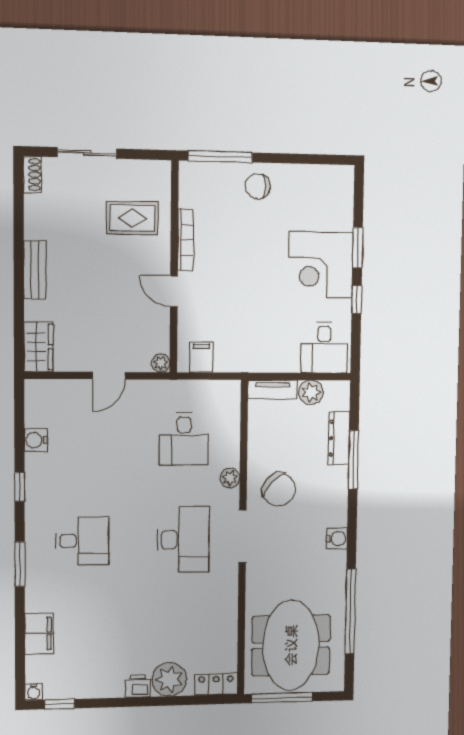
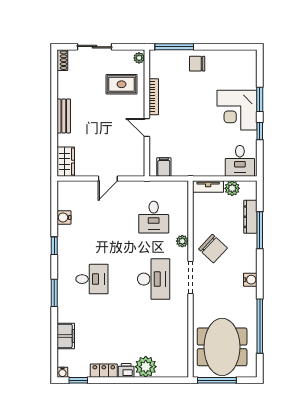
plant: (161, 363) -> (139, 58), moved
locker: (216, 684) -> (104, 371), moved

